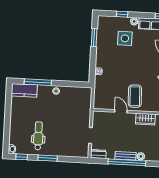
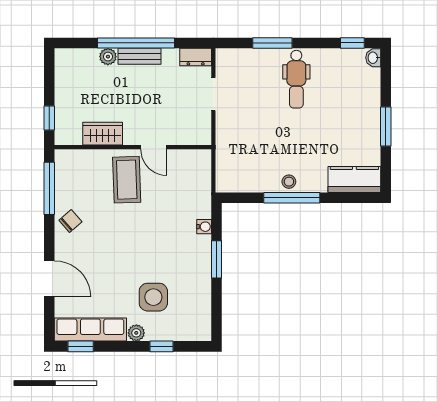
window: (94, 37) -> (216, 259), moved
window: (38, 82) -> (292, 198), moved
window: (8, 115) -> (386, 126), added
dental chair: (38, 136) -> (296, 79), moved
window: (48, 158) -> (272, 43), moved

